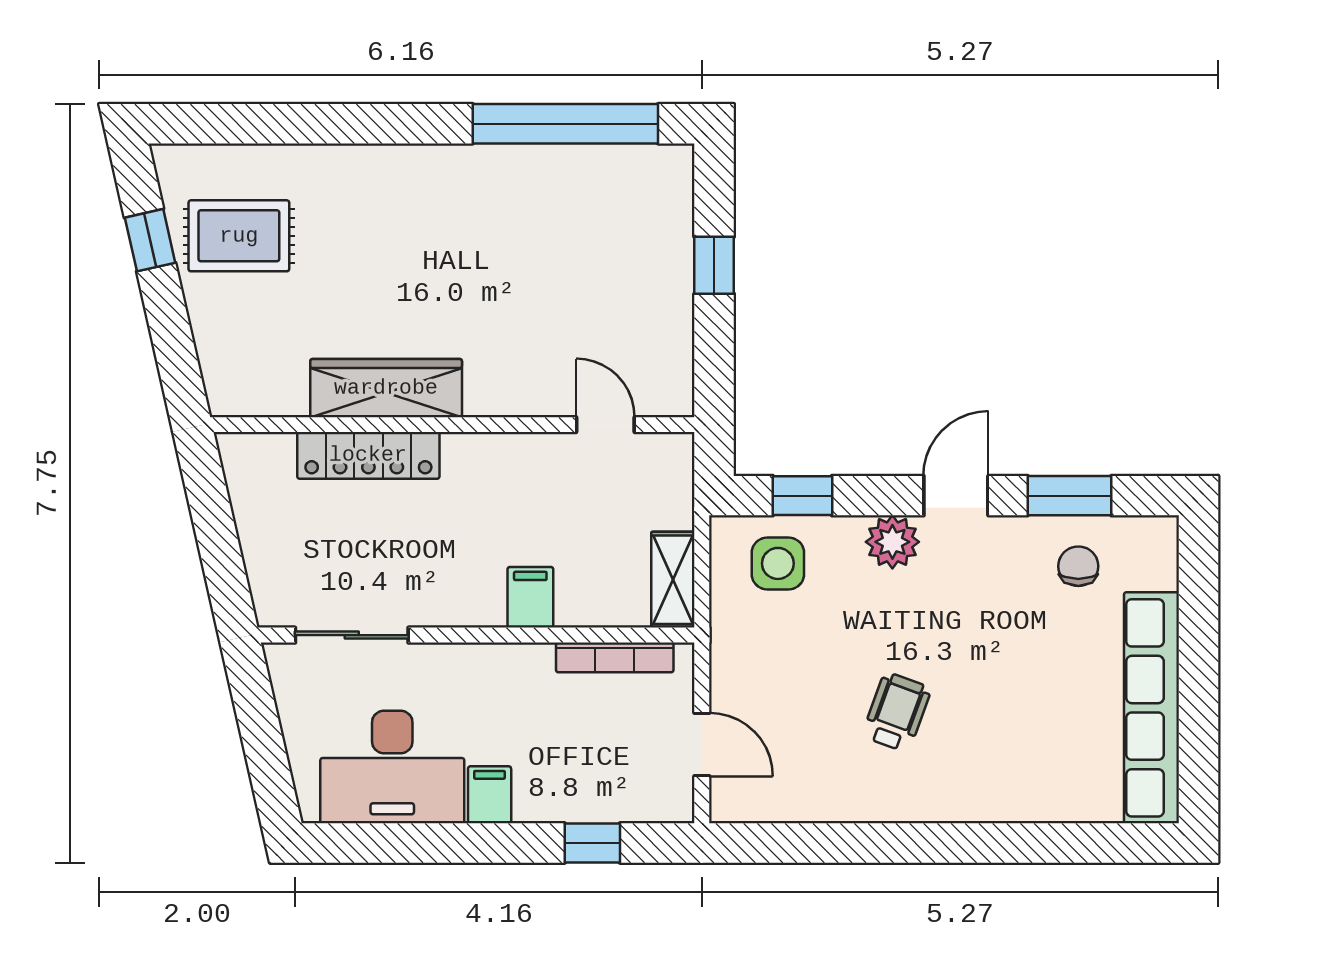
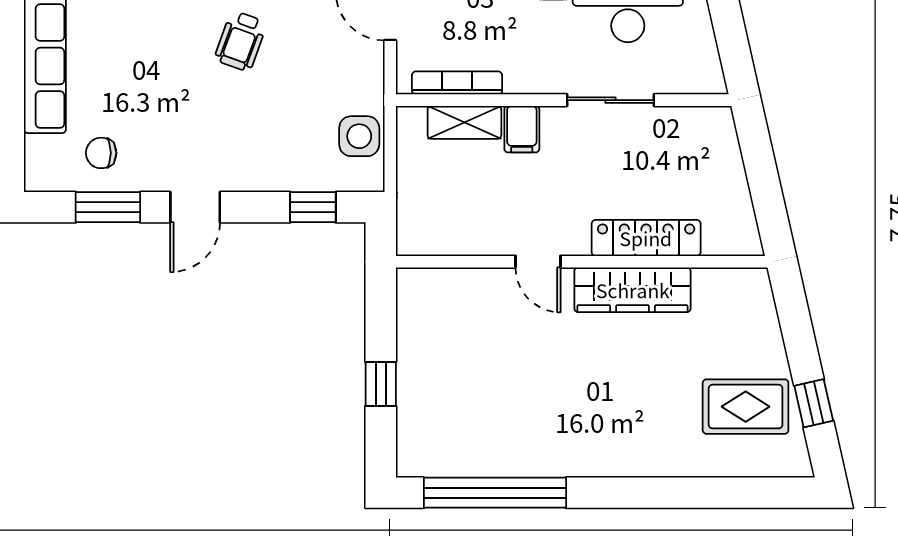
door: (605, 425) -> (538, 262), moved
plant: (892, 542) -> (244, 172), removed
side table: (778, 563) -> (359, 136), moved
chair: (1078, 566) -> (101, 153), turned 90
shelving: (673, 580) -> (464, 122), moved, turned 90
sliding door: (352, 635) -> (611, 100), moved

